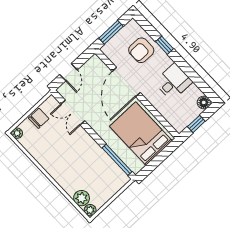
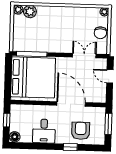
bed: (141, 134) -> (33, 77), width x1.36

